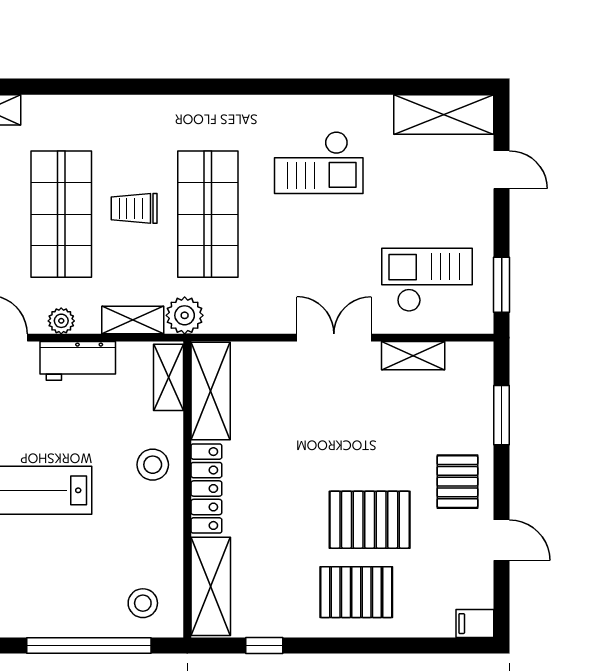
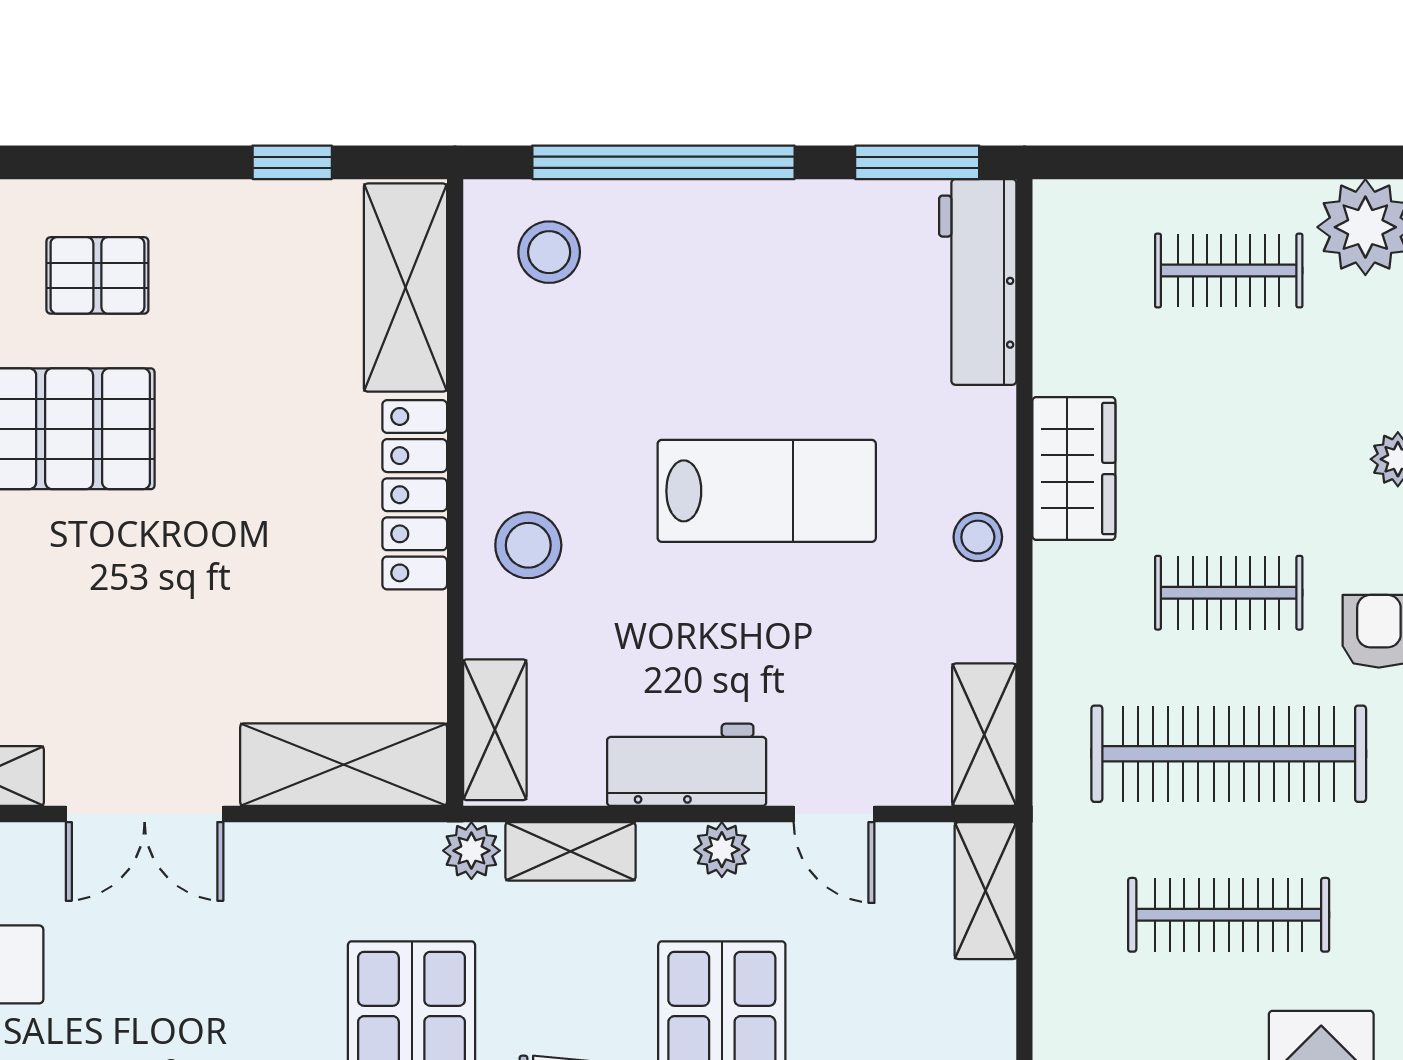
plant: (185, 315) -> (471, 851), width x0.73, depth x0.73
shelving: (211, 391) -> (344, 765), moved, turned 90
pallet: (356, 592) -> (97, 275), width x0.67, depth x0.71

